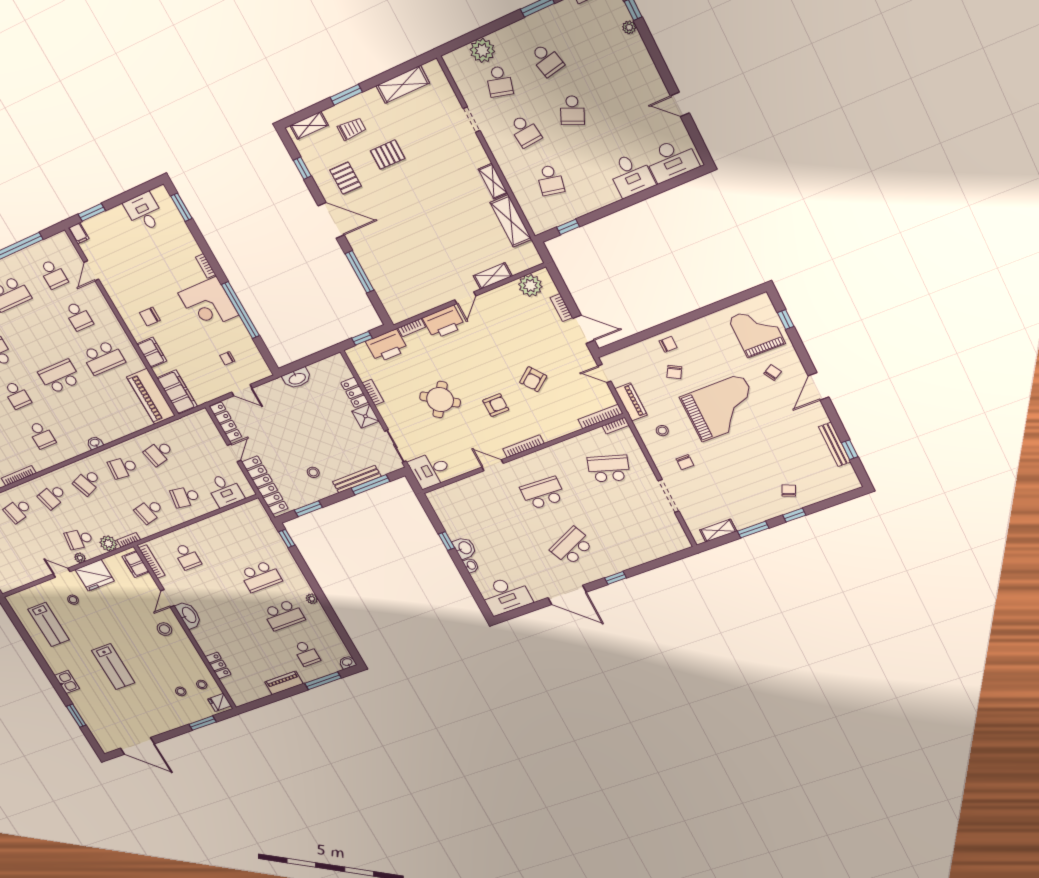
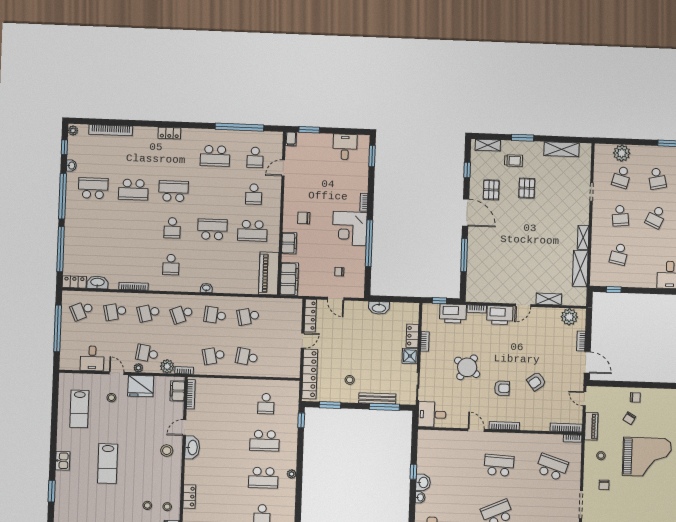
pallet: (388, 155) -> (527, 188), turned 90
desk: (225, 490) -> (92, 358), moved
school desk: (187, 557) -> (266, 404), moved

